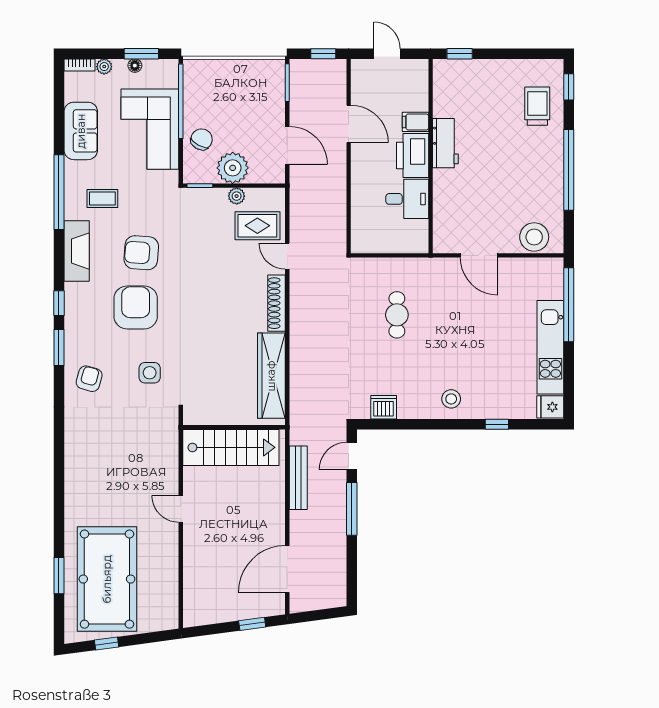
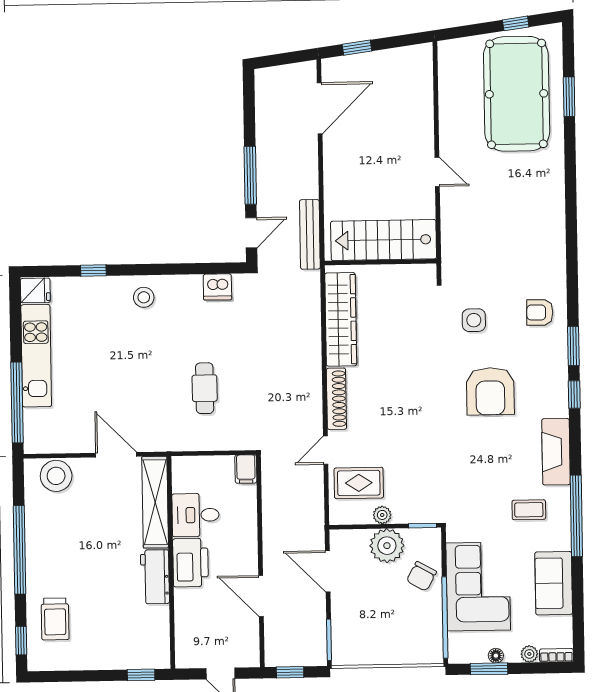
filing cabinet: (415, 122) -> (246, 469), moved, turned 90
shelving: (444, 211) -> (155, 502), added
armchair: (141, 253) -> (485, 451), removed
door: (287, 256) -> (326, 450), swing flipped
armchair: (89, 379) -> (540, 312), turned 75
bench: (298, 478) -> (310, 234), moved

